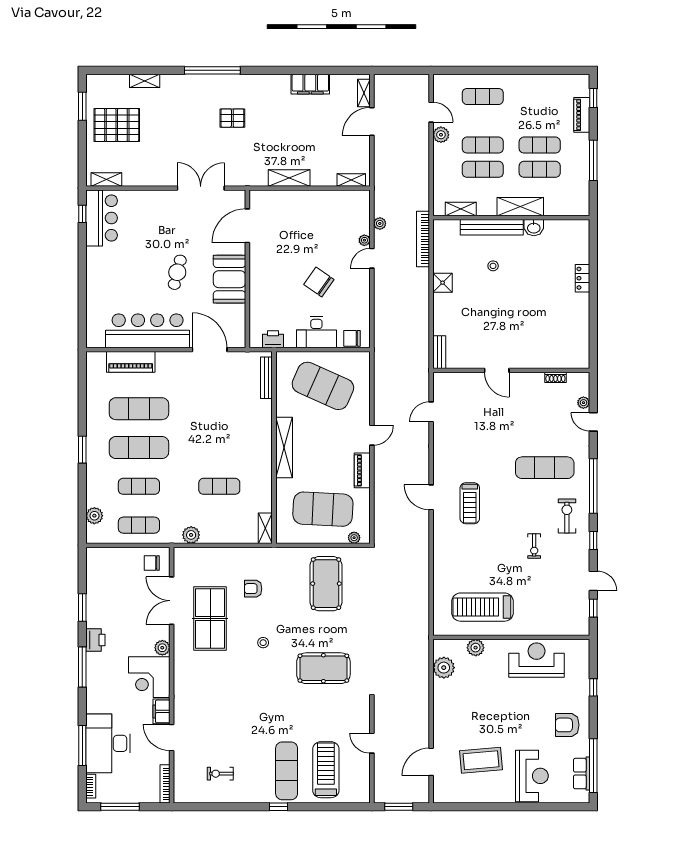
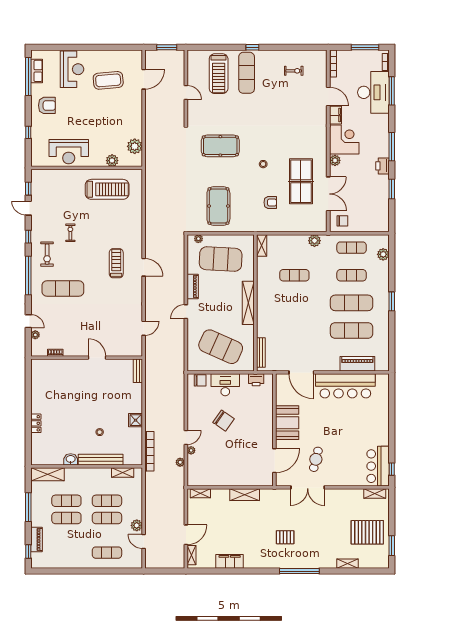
shelving: (520, 207) -> (48, 474), moved
cafe table: (177, 272) -> (316, 459), moved
reception desk: (532, 776) -> (72, 69), turned 180

